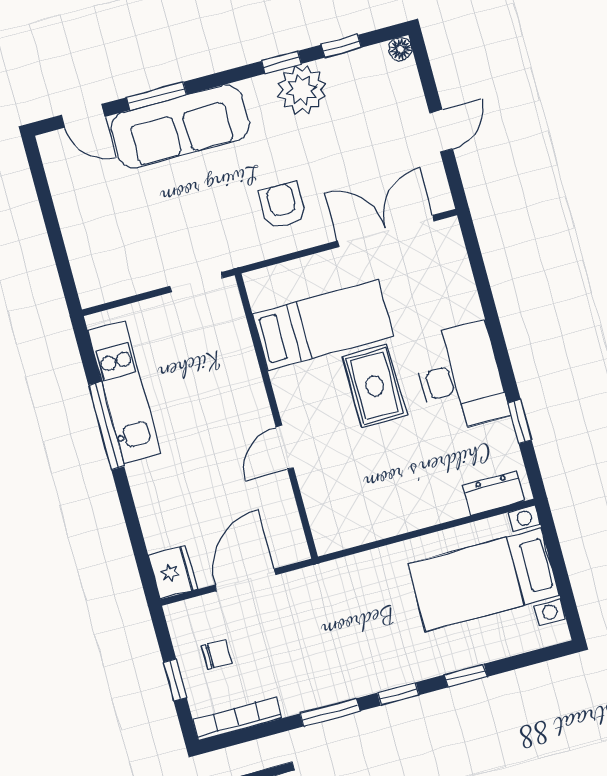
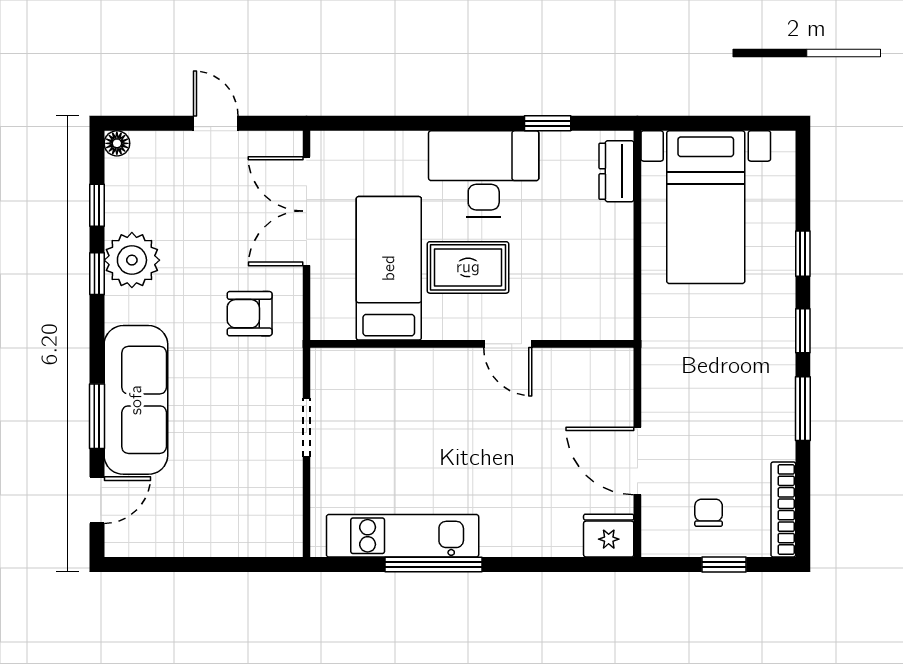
bed: (323, 325) -> (389, 268), moved
wall: (276, 416) -> (472, 344), moved
door: (285, 447) -> (508, 344), moved

